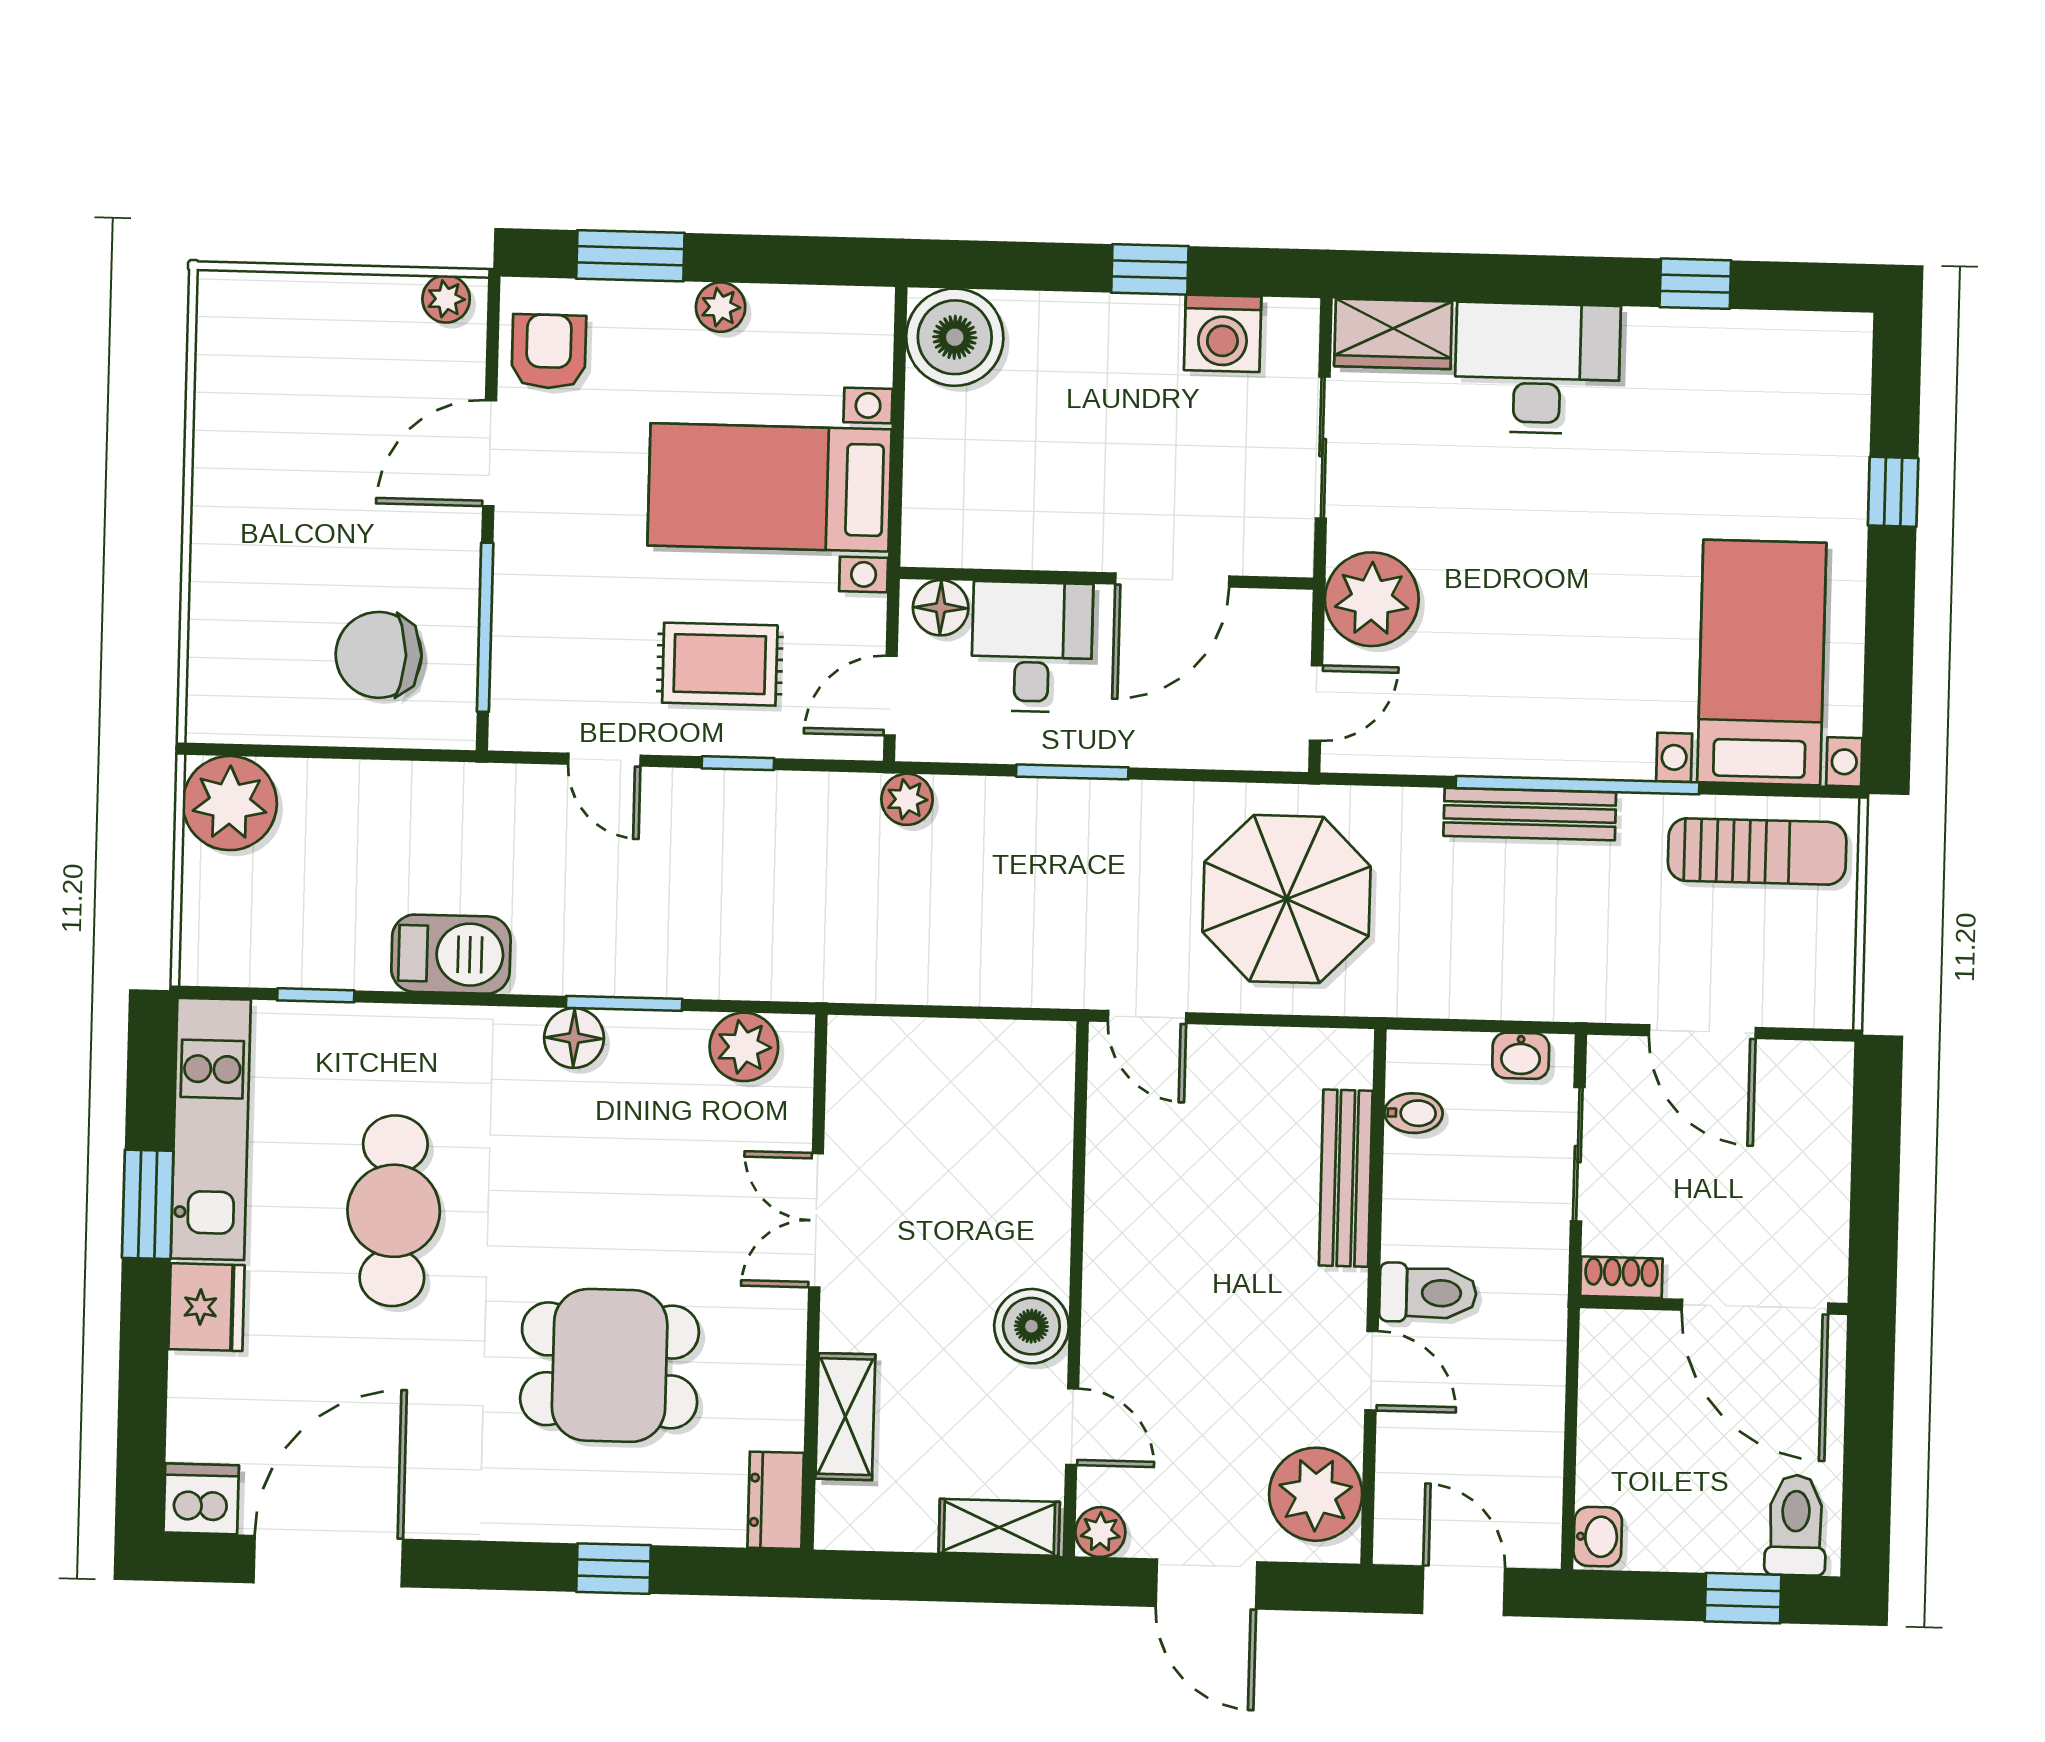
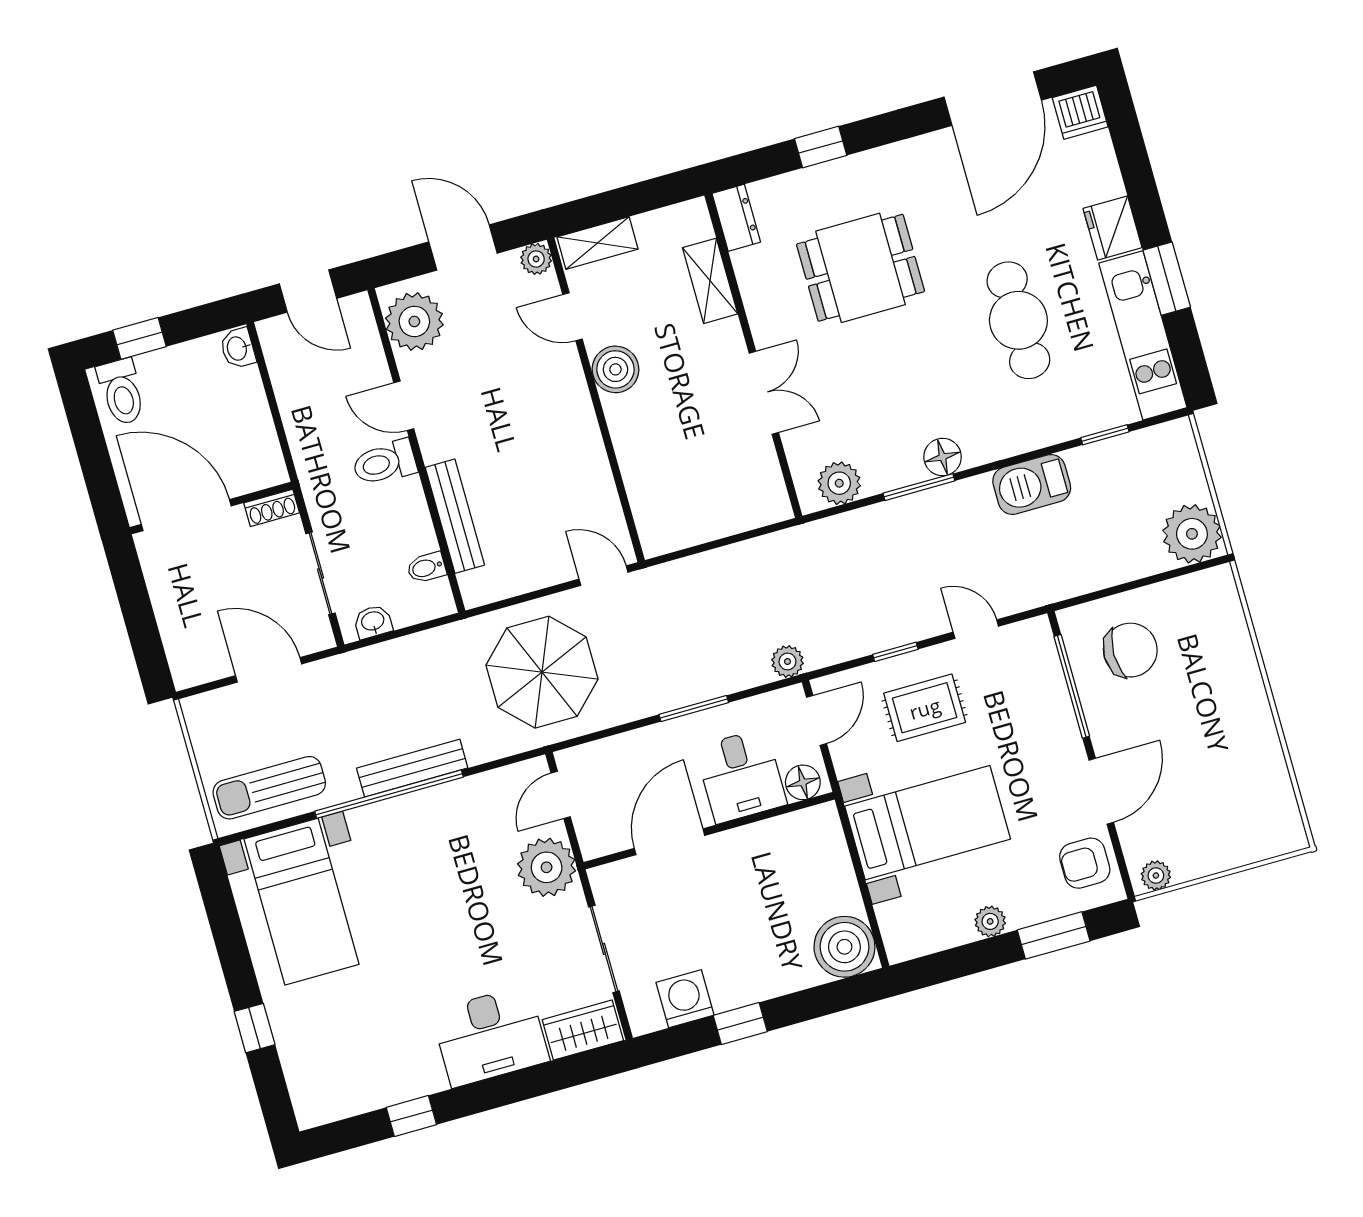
armchair: (549, 351) -> (1085, 863), turned 90

